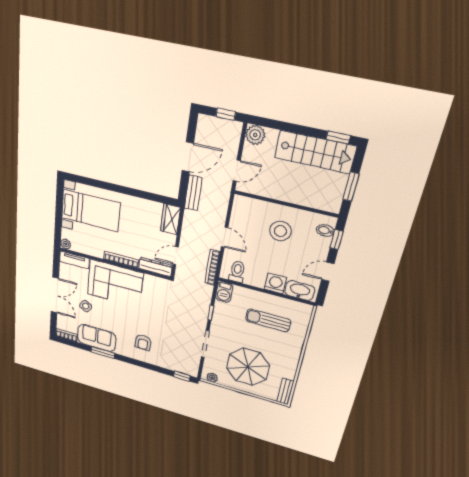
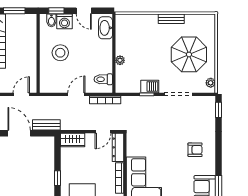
door: (237, 171) -> (21, 94), hinge flipped
window: (128, 191) -> (58, 178), added
door: (176, 256) -> (103, 132), hinge flipped
washing machine: (275, 283) -> (64, 21), moved, turned -90
barbecue: (224, 292) -> (150, 87), moved
plant: (256, 296) -> (120, 60), added
sun lounger: (268, 320) -> (139, 47), removed
bench: (285, 391) -> (171, 19), moved

